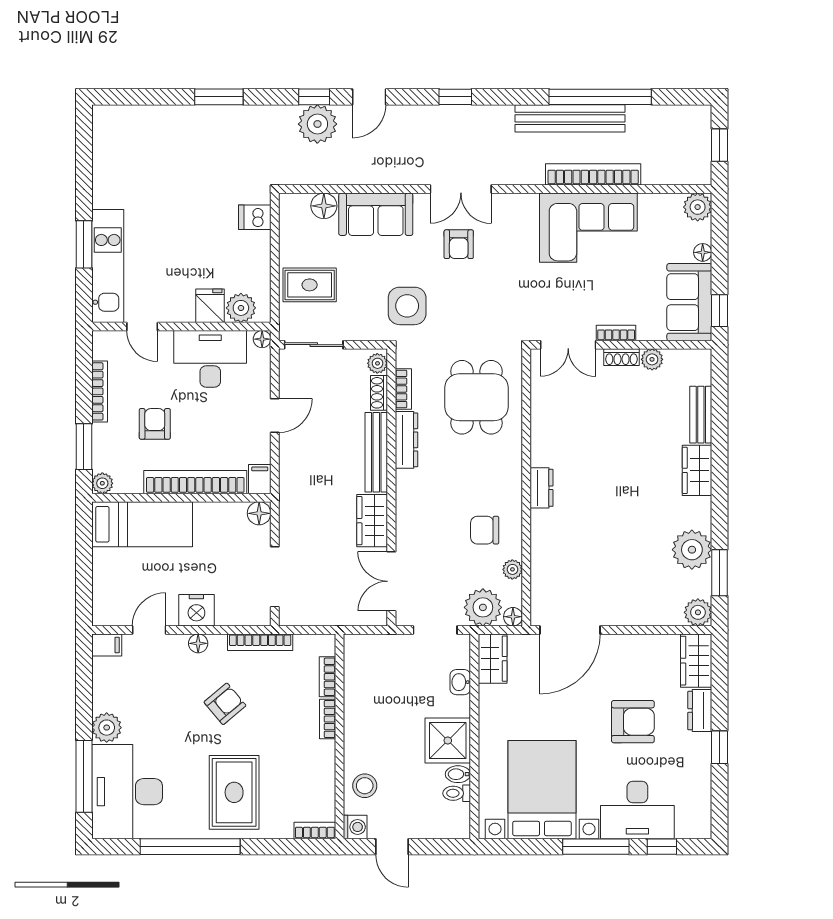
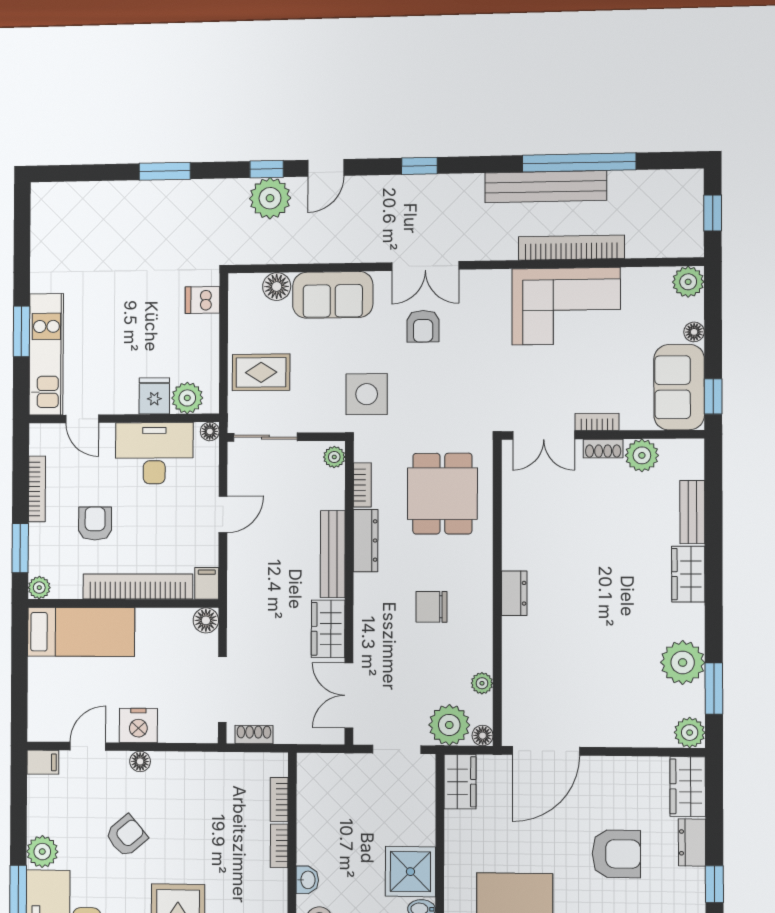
plant: (652, 359) -> (642, 455), width x1.38, depth x1.38
shoe rack: (379, 393) -> (254, 734), moved, turned 90
chair: (485, 530) -> (432, 607), moved
bookcase: (260, 642) -> (206, 761), removed
washbasin: (460, 682) -> (307, 880), moved, turned 180
armchair: (225, 704) -> (126, 836), moved

